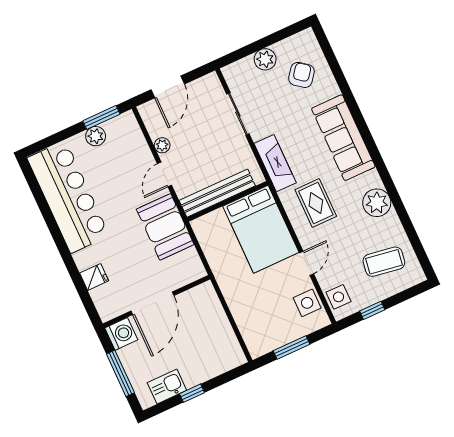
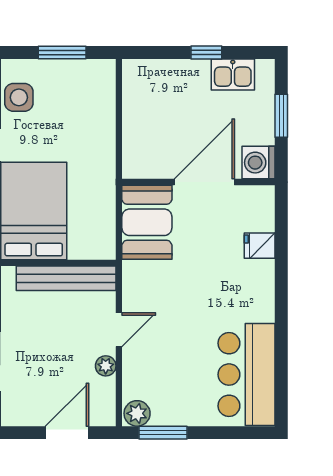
plant: (96, 136) -> (137, 413), moved
bar counter: (68, 197) -> (247, 375), width x0.73
booth: (165, 227) -> (147, 222), moved
window: (120, 373) -> (281, 116), width x0.69

